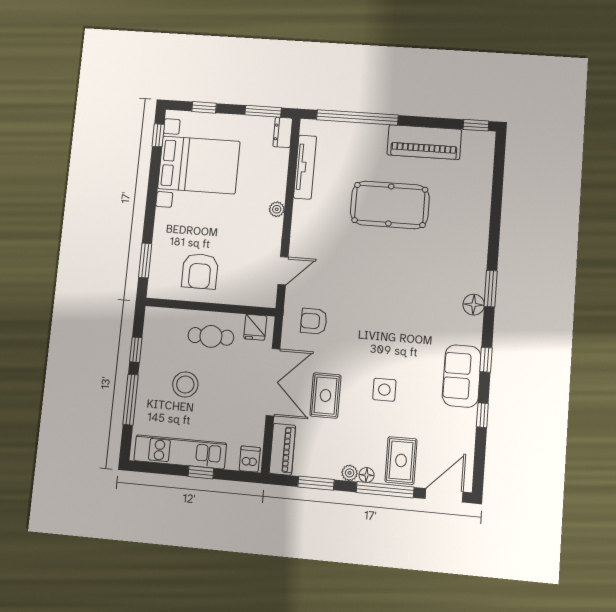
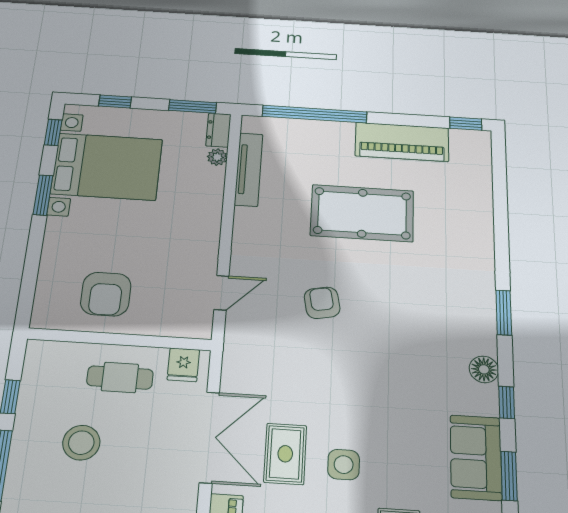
plant: (277, 209) -> (217, 157), moved
window: (145, 260) -> (43, 195), moved
floor lamp: (474, 305) -> (484, 369), moved
armchair: (314, 321) -> (322, 303), moved, turned 79
sofa: (462, 376) -> (476, 457), moved
side table: (384, 390) -> (344, 465), moved
window: (482, 415) -> (509, 476), width x1.50

